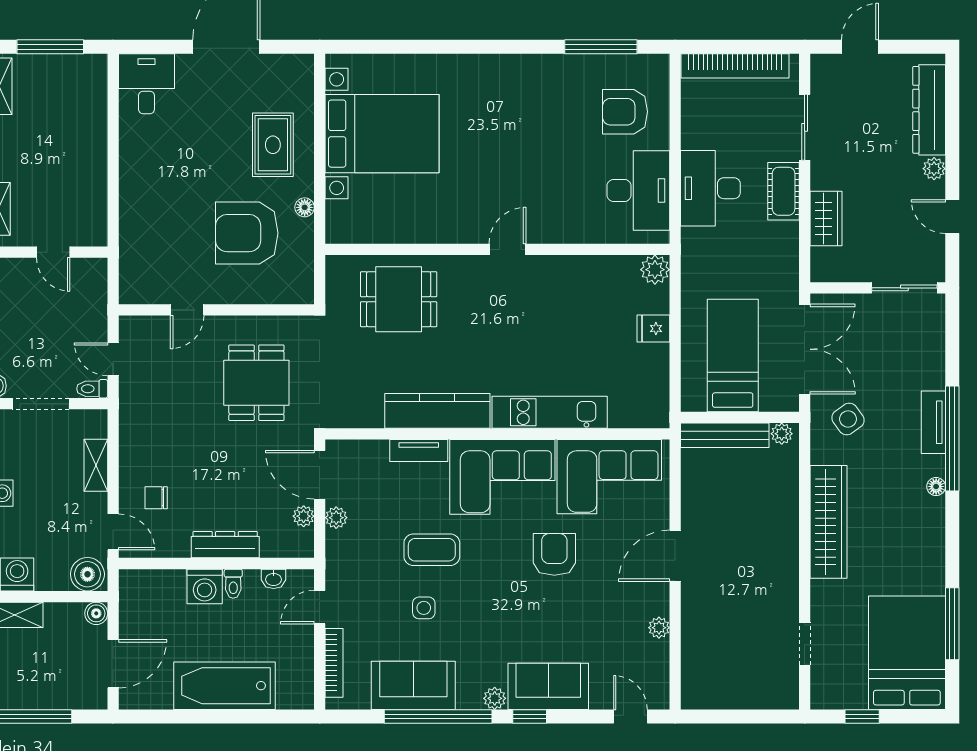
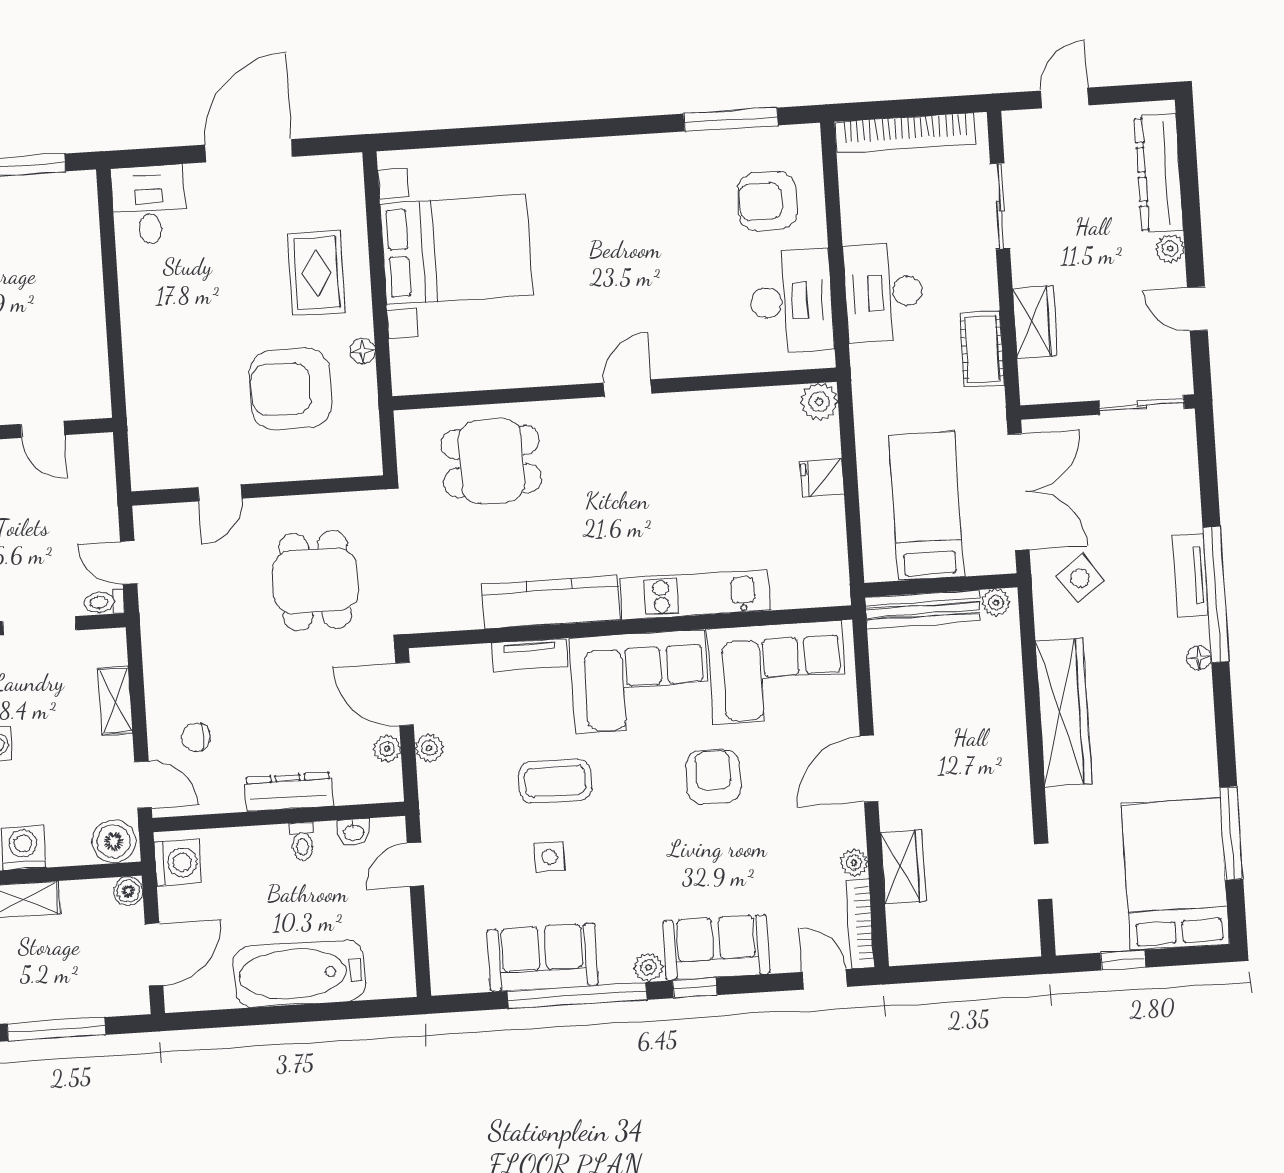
cot: (784, 191) -> (982, 349), moved
washing machine: (205, 586) -> (178, 863), moved, turned -90
wardrobe: (697, 633) -> (903, 867), added
bookcase: (334, 663) -> (860, 924), moved, turned 180

